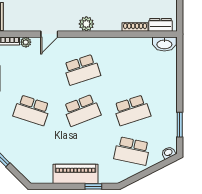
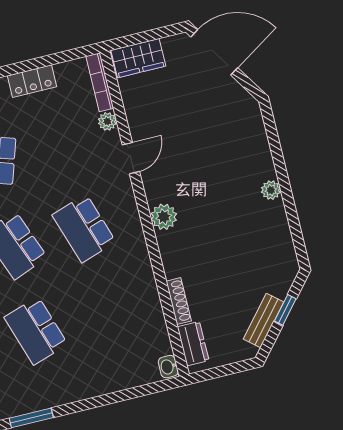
door: (49, 34) -> (131, 158), swing flipped
washbasin: (164, 44) -> (168, 367), width x0.52, depth x0.69

